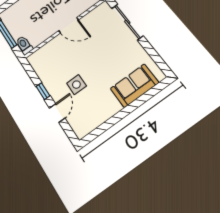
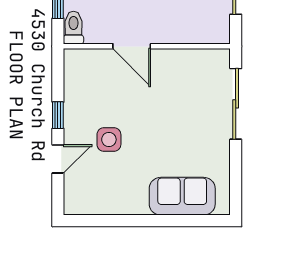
door: (69, 25) -> (132, 46), moved

